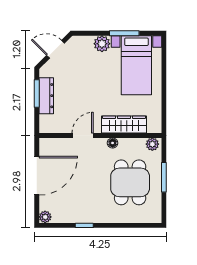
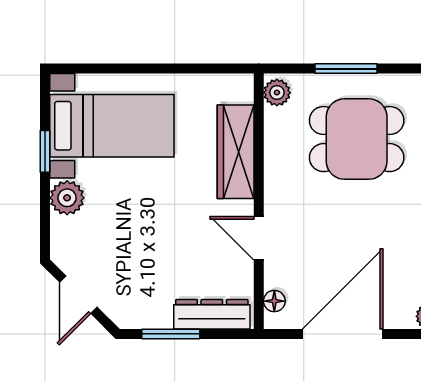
window: (124, 33) -> (45, 151), width x0.67
dresser: (46, 96) -> (212, 314), moved
floor lamp: (113, 143) -> (274, 301), moved
door: (37, 176) -> (343, 334), hinge flipped

